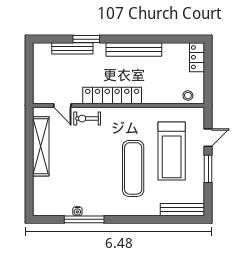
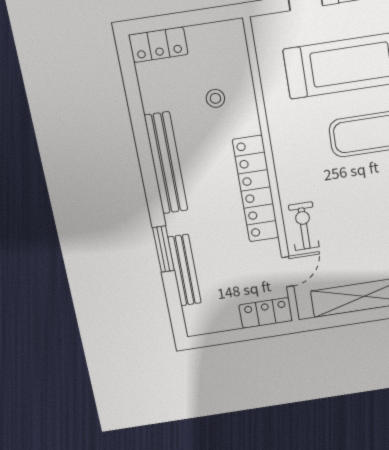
locker: (40, 89) -> (266, 313), added
stool: (188, 96) -> (215, 98), moved
exercise bike: (87, 119) -> (304, 226), turned 180

